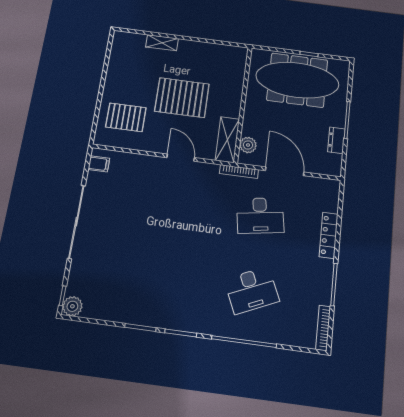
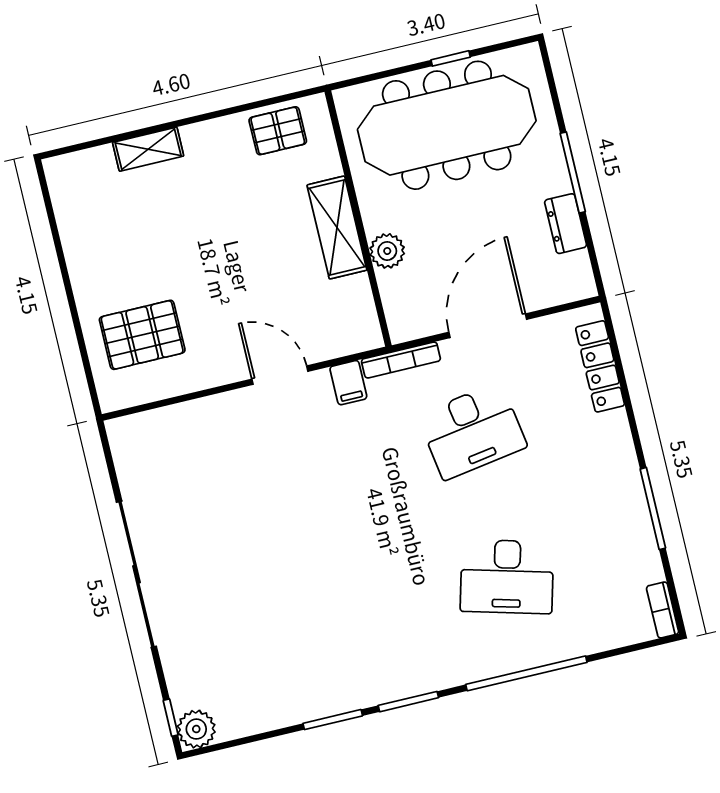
pallet: (182, 98) -> (278, 131), moved, width x0.49, depth x0.50
shelving: (227, 140) -> (337, 228), moved
plant: (248, 145) -> (387, 251), moved
filing cabinet: (99, 164) -> (348, 383), moved, turned 90
door: (285, 171) -> (488, 326), hinge flipped
locker: (329, 235) -> (600, 366), moved
desk: (252, 290) -> (507, 577), turned 39
bookcase: (323, 328) -> (663, 610), width x0.64

